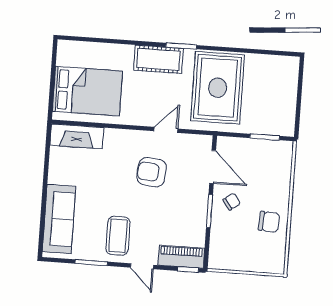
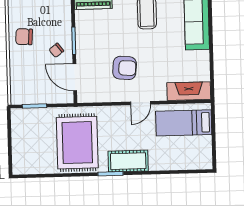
bed: (87, 91) -> (184, 123), width x0.67
door: (166, 130) -> (141, 103), moved

